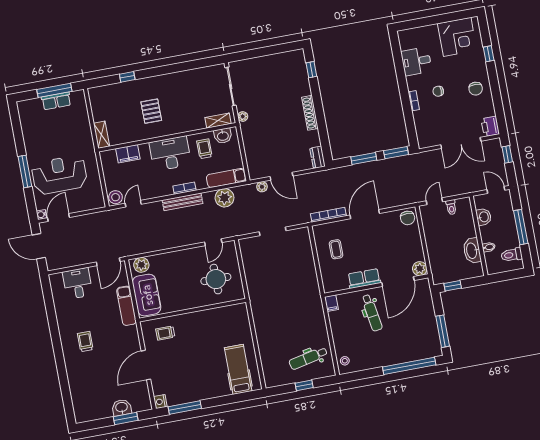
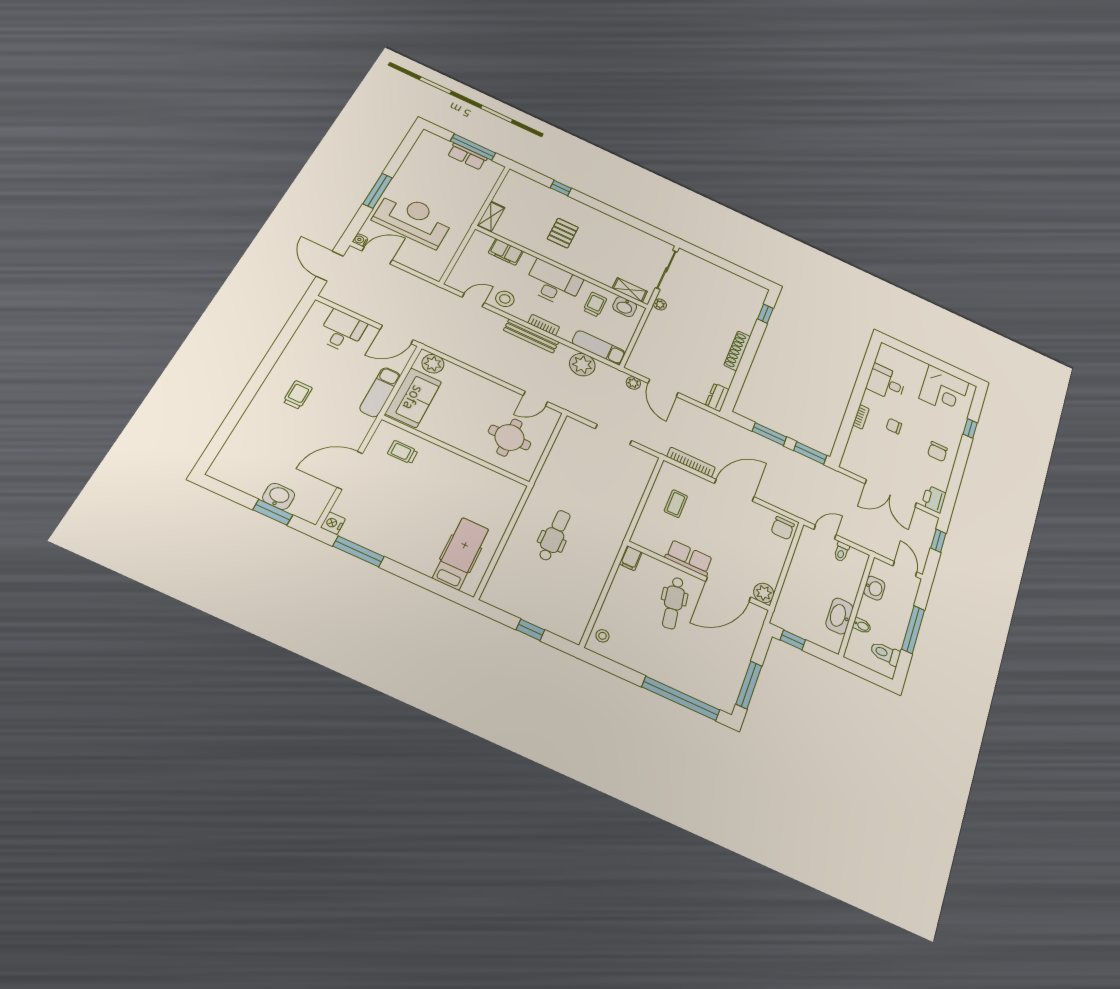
stool: (116, 197) -> (505, 299), moved
dental chair: (308, 358) -> (554, 535), moved, turned 102

